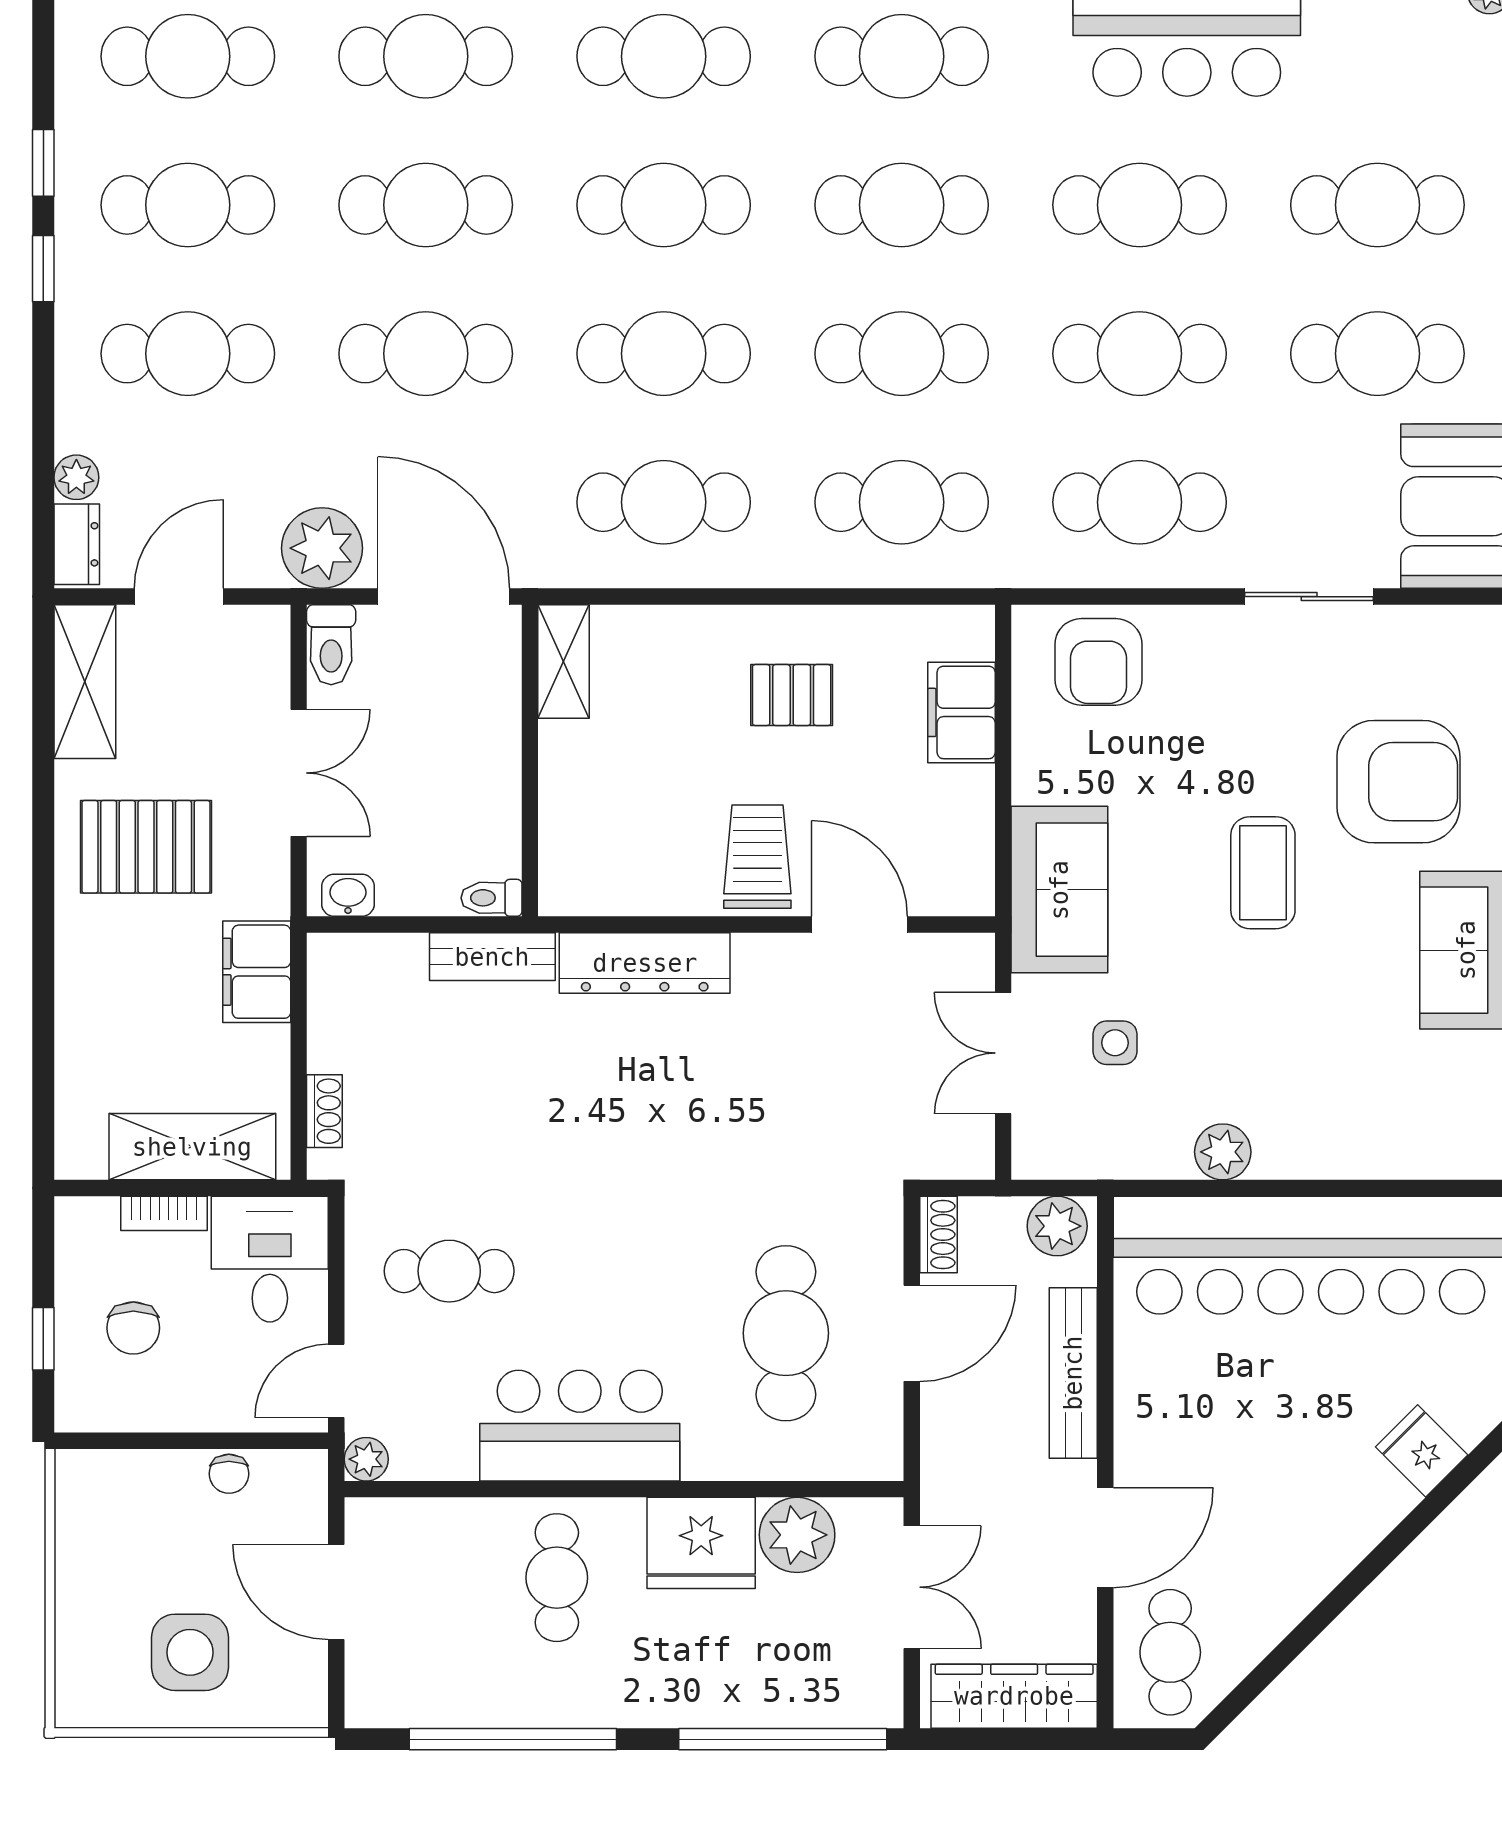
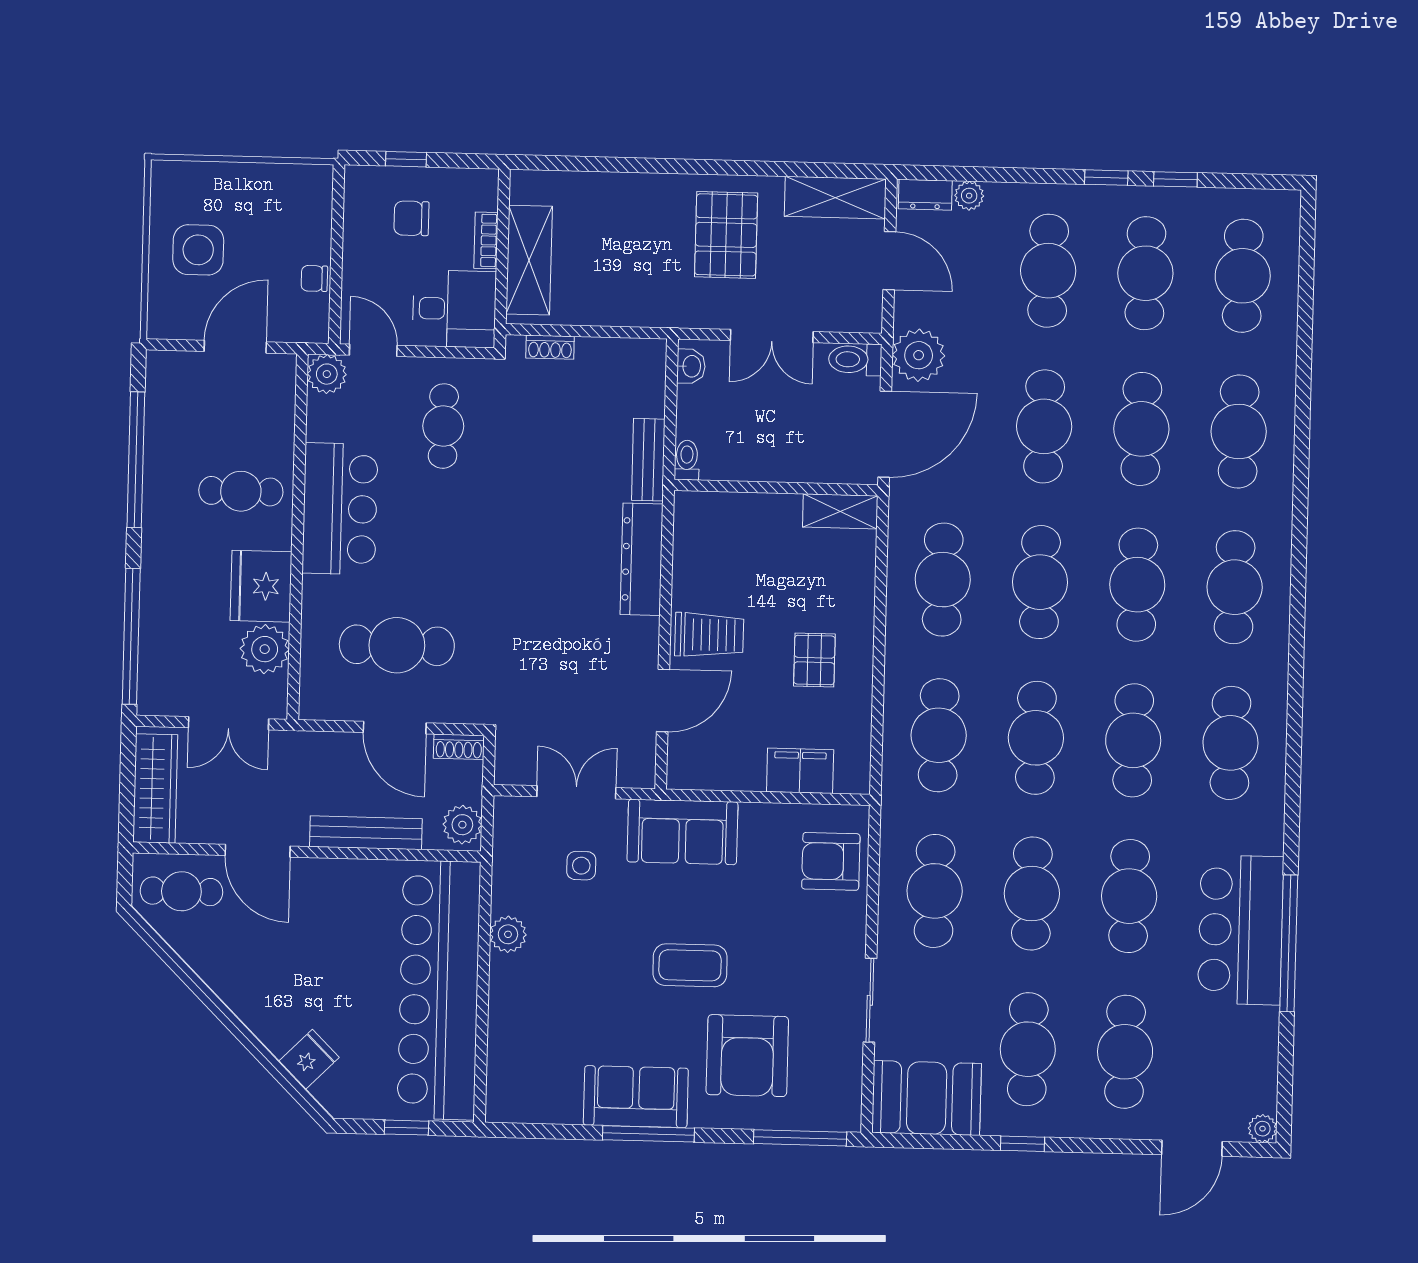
filing cabinet: (257, 972) -> (642, 305), removed
plant: (366, 1459) -> (327, 374), width x1.38, depth x1.38

